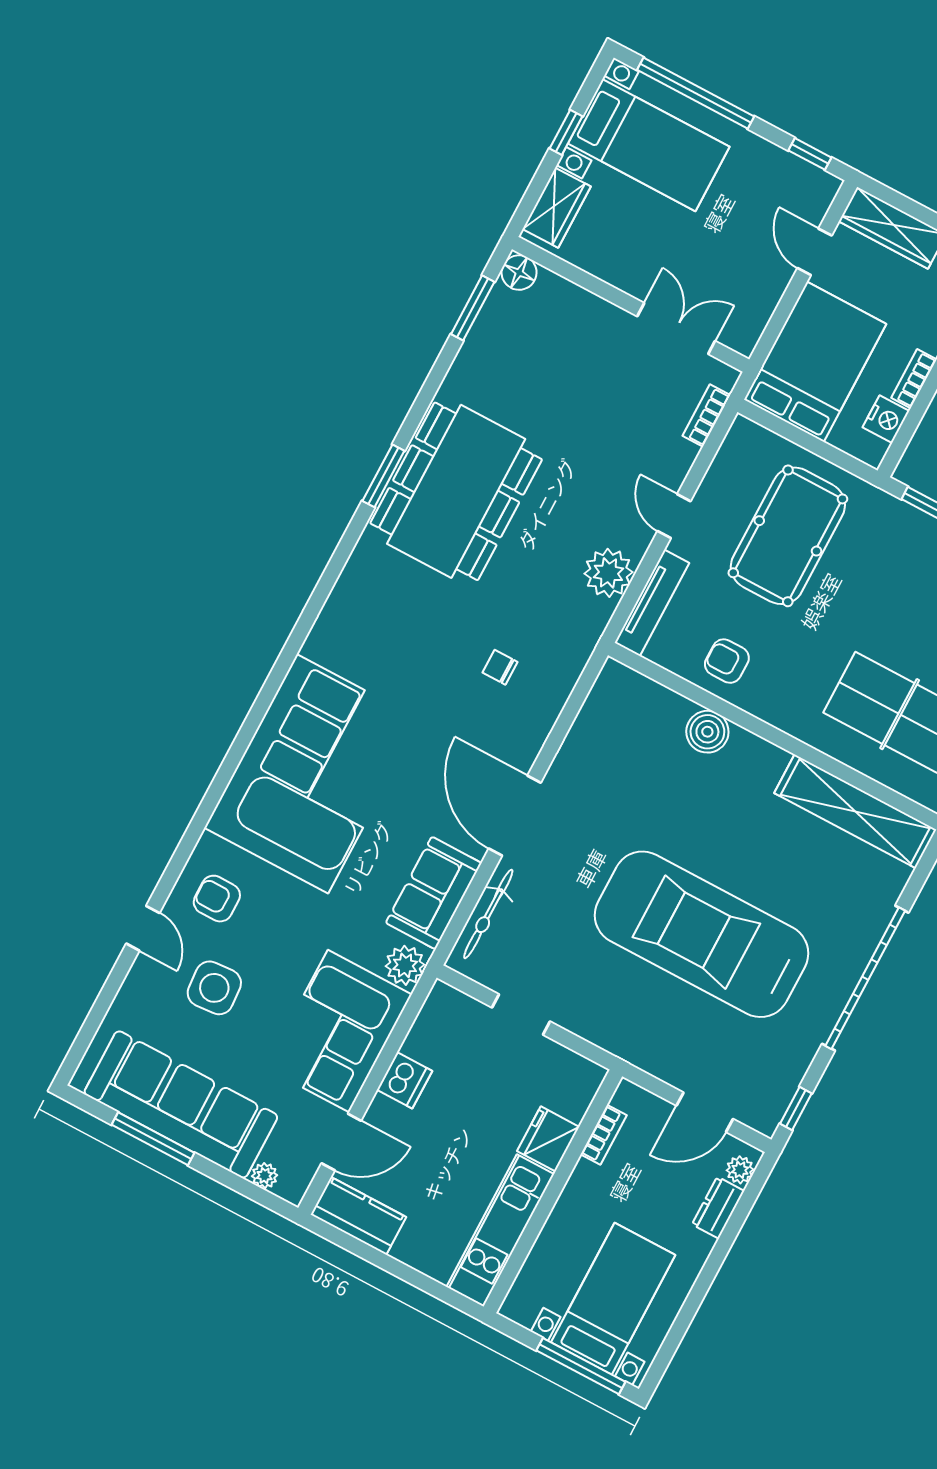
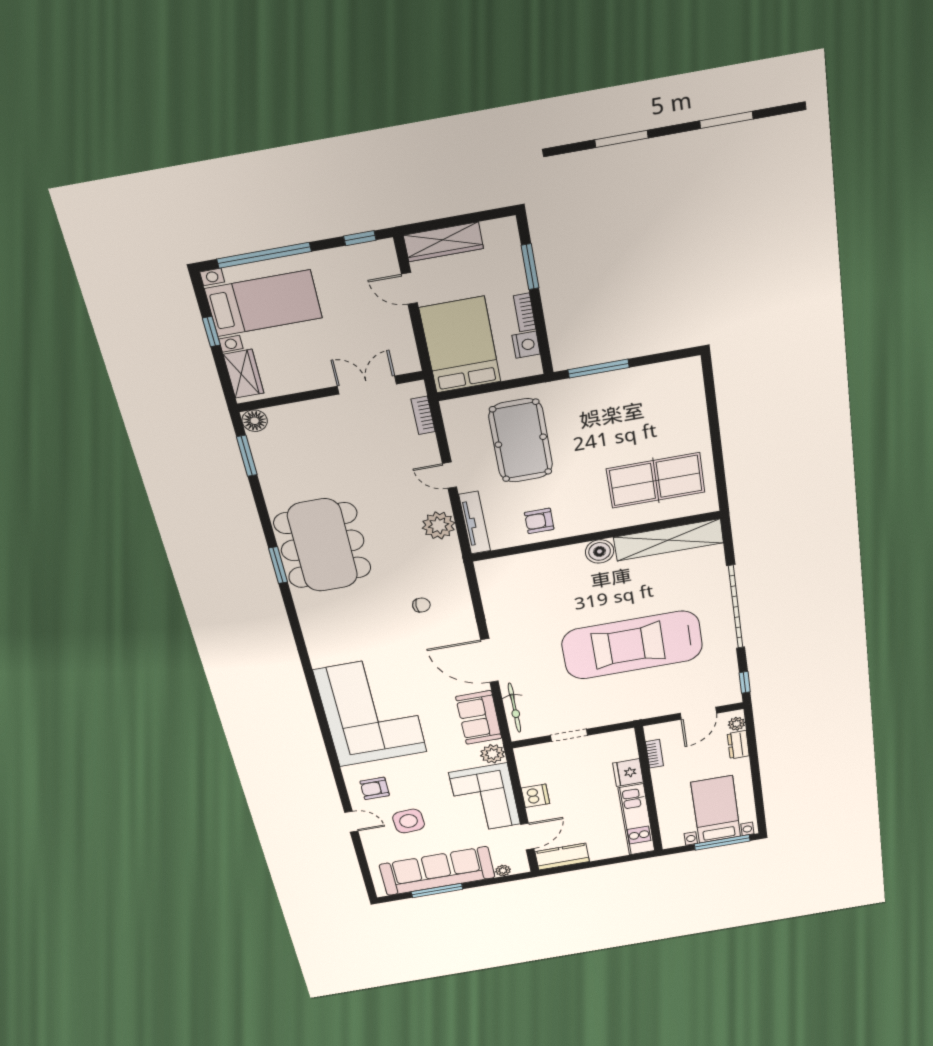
chair: (500, 667) -> (421, 605), turned 180
boiler: (707, 732) -> (600, 551), moved

